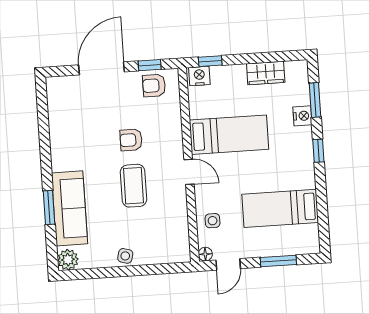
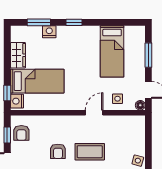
bed: (229, 135) -> (37, 81), moved, turned 90
door: (189, 172) -> (94, 113), moved

